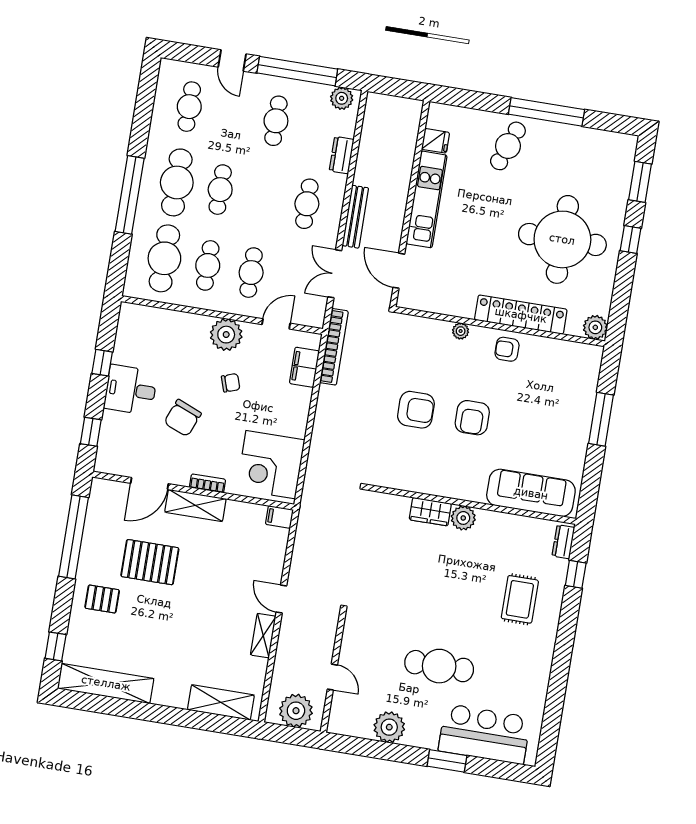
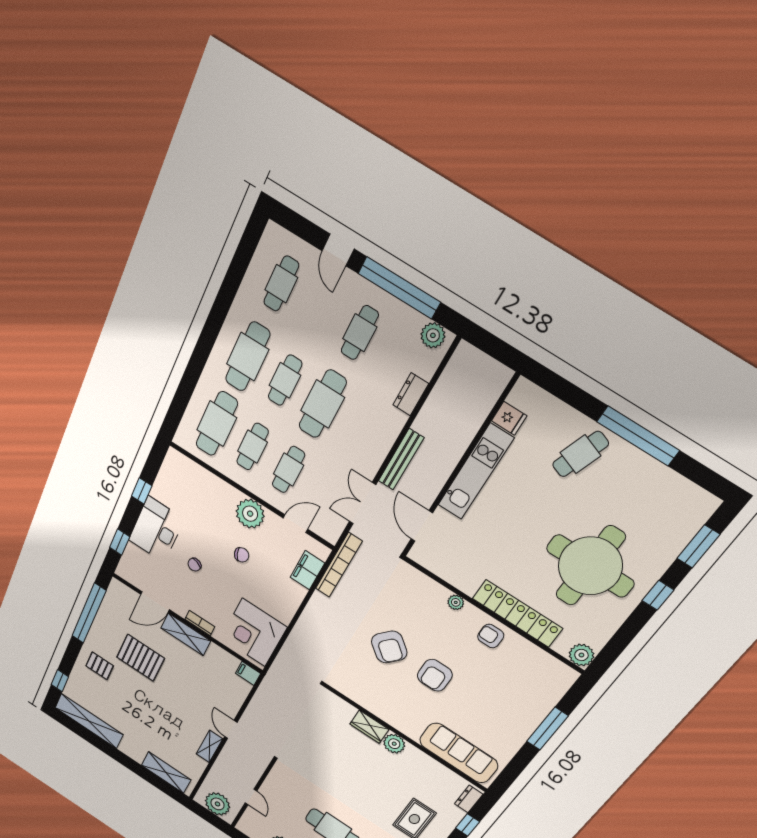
window: (130, 195) -> (202, 351), removed
cafe table: (307, 204) -> (323, 404), moved, width x1.37, depth x1.35
desk: (131, 390) -> (156, 530), width x1.37
armchair: (416, 410) -> (389, 647), turned 41
chair: (183, 418) -> (194, 565), width x0.54, depth x0.54

